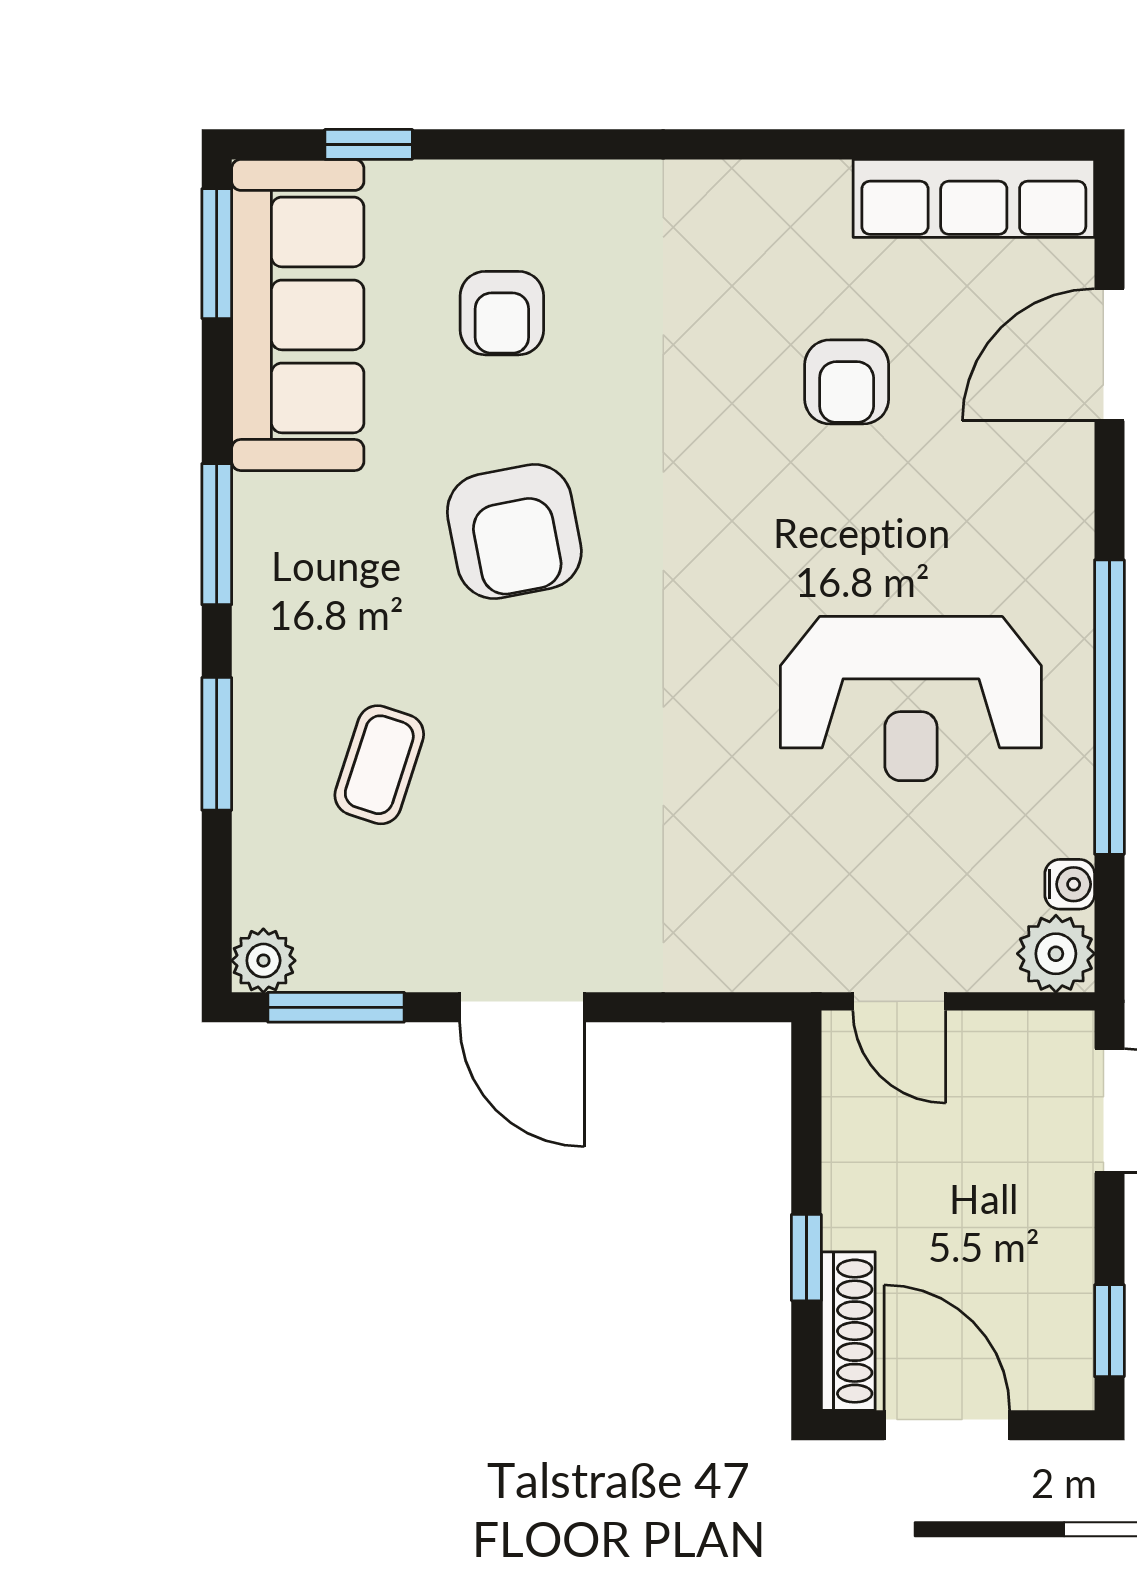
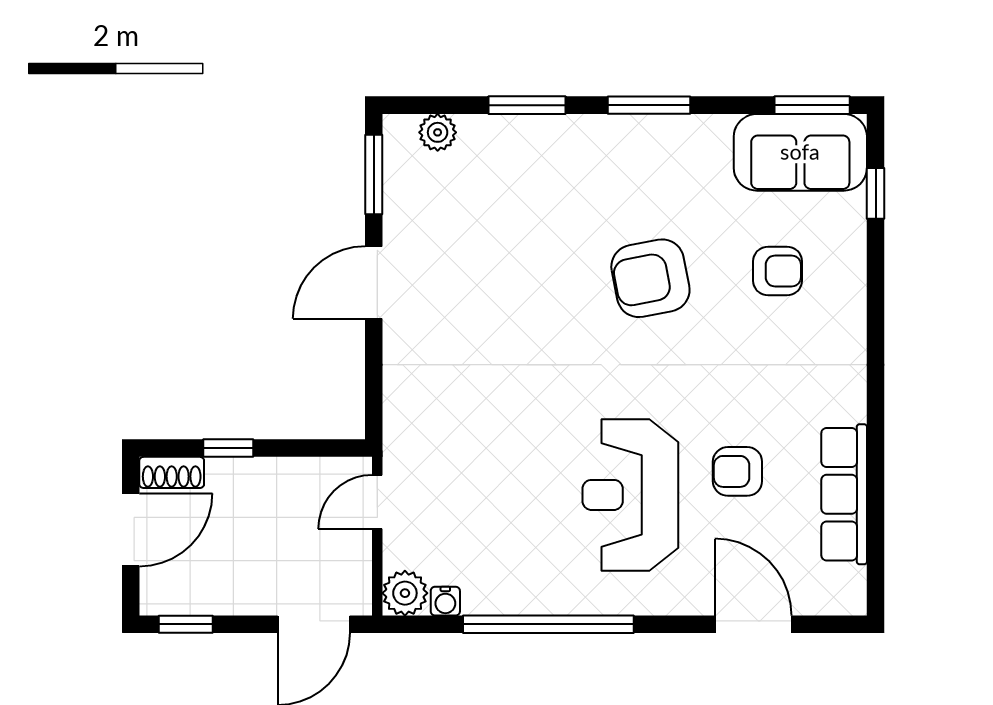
row of seats: (974, 198) -> (844, 494), moved
armchair: (502, 313) -> (778, 271), turned 180
sofa: (298, 315) -> (800, 152), width x0.73
reception desk: (911, 699) -> (630, 495), moved
coffee table: (379, 765) -> (515, 200), removed
plant: (263, 961) -> (438, 132), moved
shoe rack: (848, 1331) -> (172, 472), width x0.70

